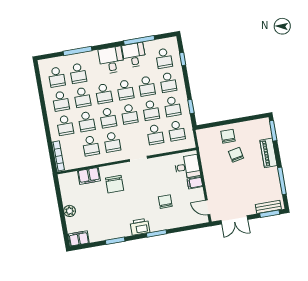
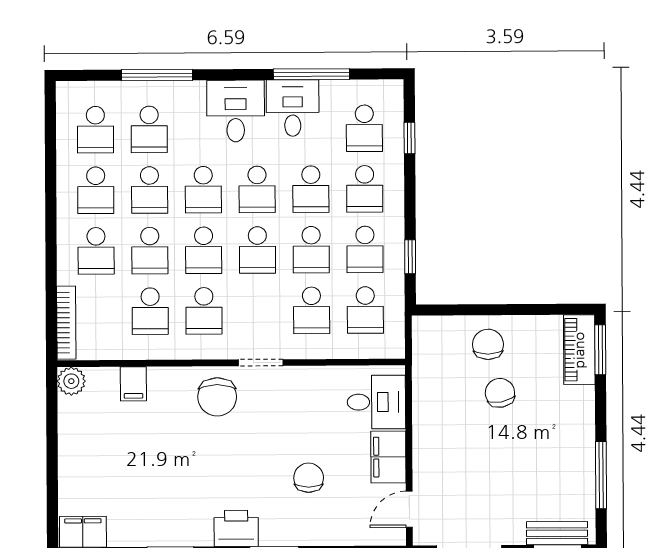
piano: (268, 153) -> (579, 350), moved
filing cabinet: (89, 176) -> (133, 384), width x0.50
filing cabinet: (195, 183) -> (388, 457), width x2.00
chair: (115, 184) -> (217, 397), moved
door: (208, 207) -> (409, 509), hinge flipped
plant: (70, 211) -> (71, 381), moved

